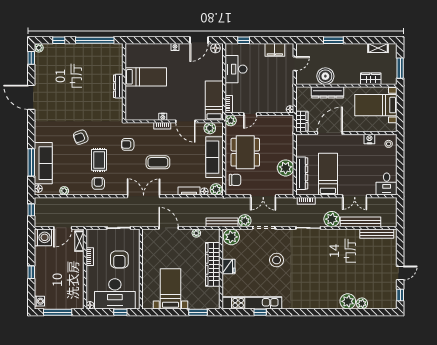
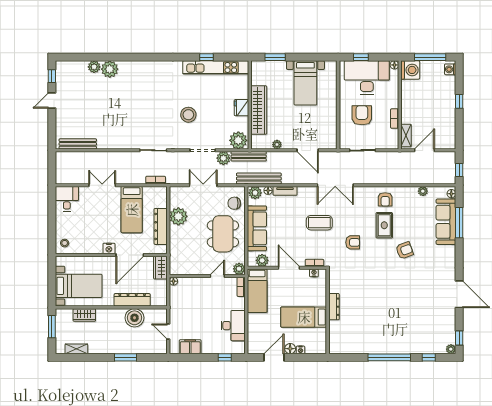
floor lamp: (215, 48) -> (290, 349), moved
door: (295, 64) -> (168, 332), hinge flipped
bed: (146, 77) -> (304, 317), moved
wall: (124, 82) -> (328, 311), moved
dresser: (118, 86) -> (334, 307), moved
nightstand: (369, 139) -> (109, 248), moved
dresser: (302, 173) -> (161, 226), moved
plant: (332, 219) -> (127, 160), removed
bench: (360, 222) -> (259, 178), moved
washing machine: (43, 237) -> (410, 70), moved, turned 180

